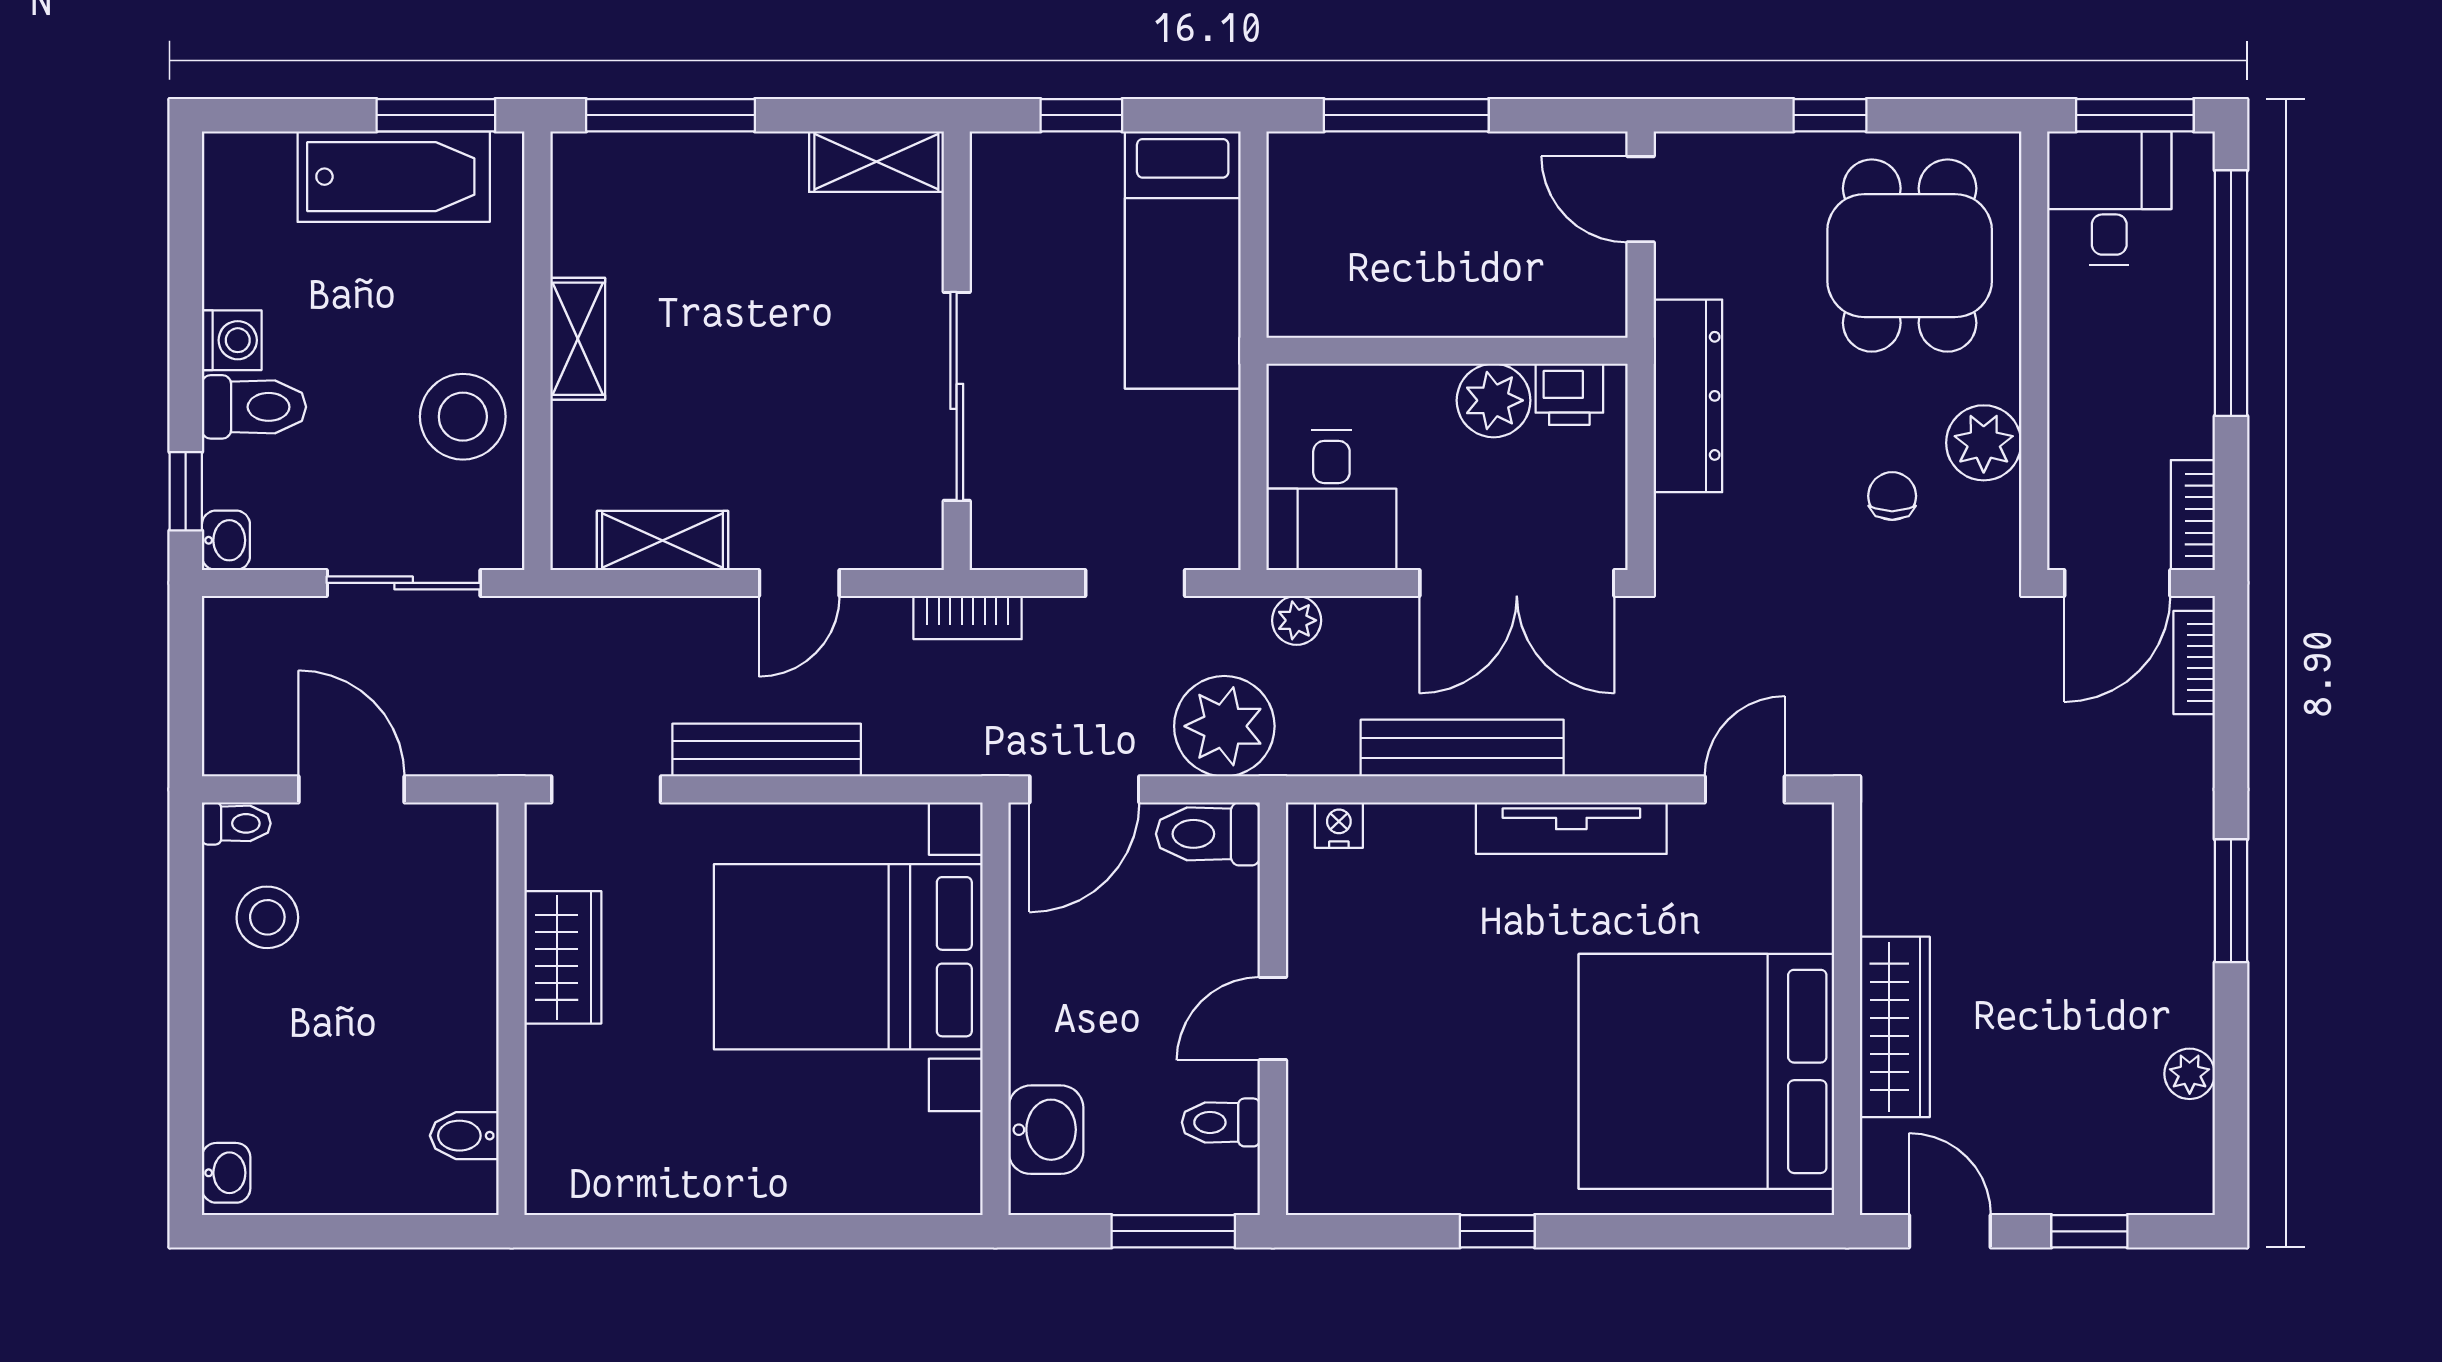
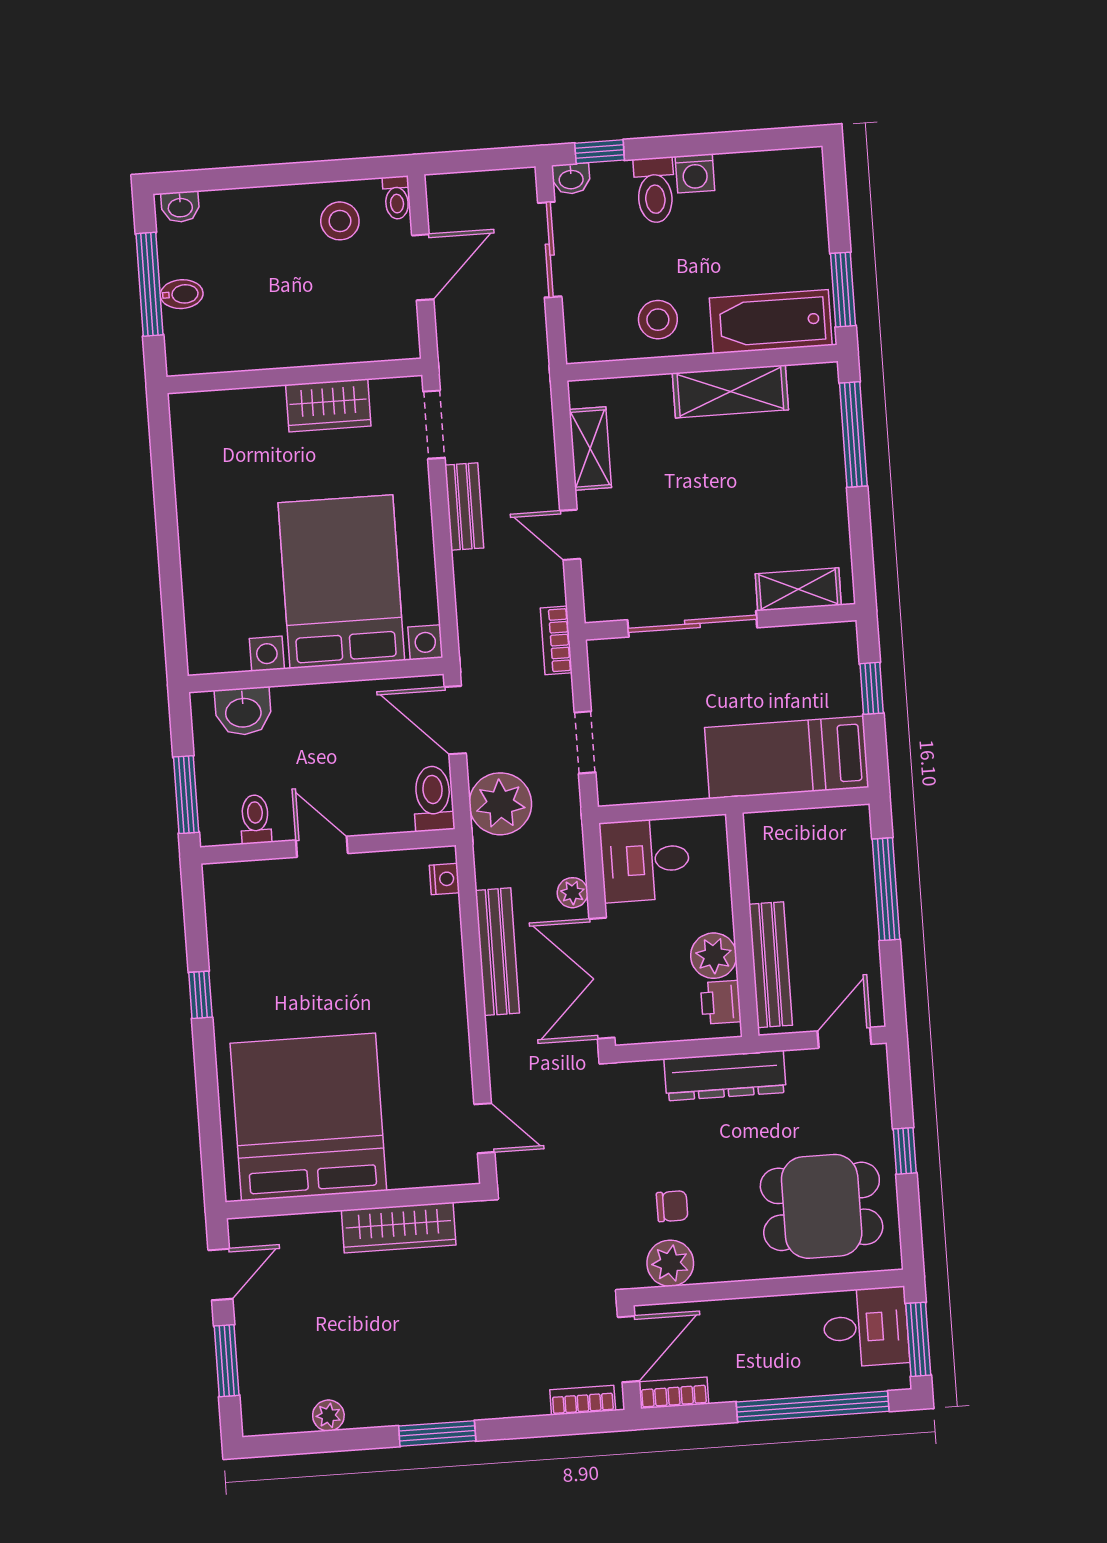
shelving: (876, 162) -> (798, 589), moved, turned 90
bathtub: (394, 177) -> (771, 322), moved, turned 90
bench: (1515, 310) -> (771, 965), added
shelving: (578, 339) -> (730, 391), width x1.50, depth x1.33
stool: (463, 417) -> (658, 320), width x0.73, depth x0.73
plant: (1984, 443) -> (670, 1263), moved
sliding door: (404, 583) -> (550, 250), moved
door: (2117, 583) -> (628, 1349), swing flipped
plant: (1297, 620) -> (573, 893), moved
bench: (767, 750) -> (464, 507), width x0.73
tv unit: (1571, 828) -> (453, 1023), removed
wardrobe: (1895, 1027) -> (399, 1228), moved
bidet: (464, 1136) -> (182, 294), moved, turned 90
window: (347, 1231) -> (149, 284), added
window: (2089, 1231) -> (227, 1361), width x1.50

